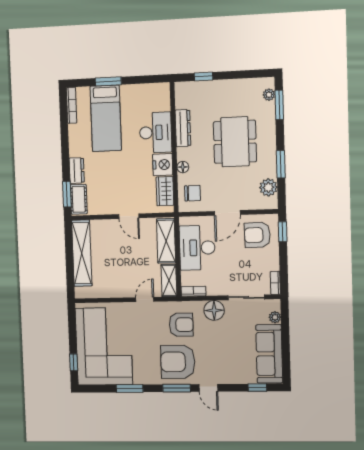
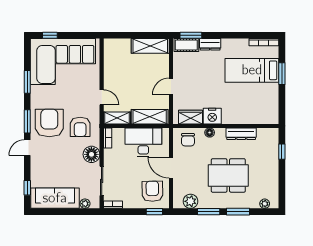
window: (279, 105) -> (238, 212), moved
desk: (156, 133) -> (239, 111), removed
shelving: (82, 253) -> (150, 46), width x0.68

